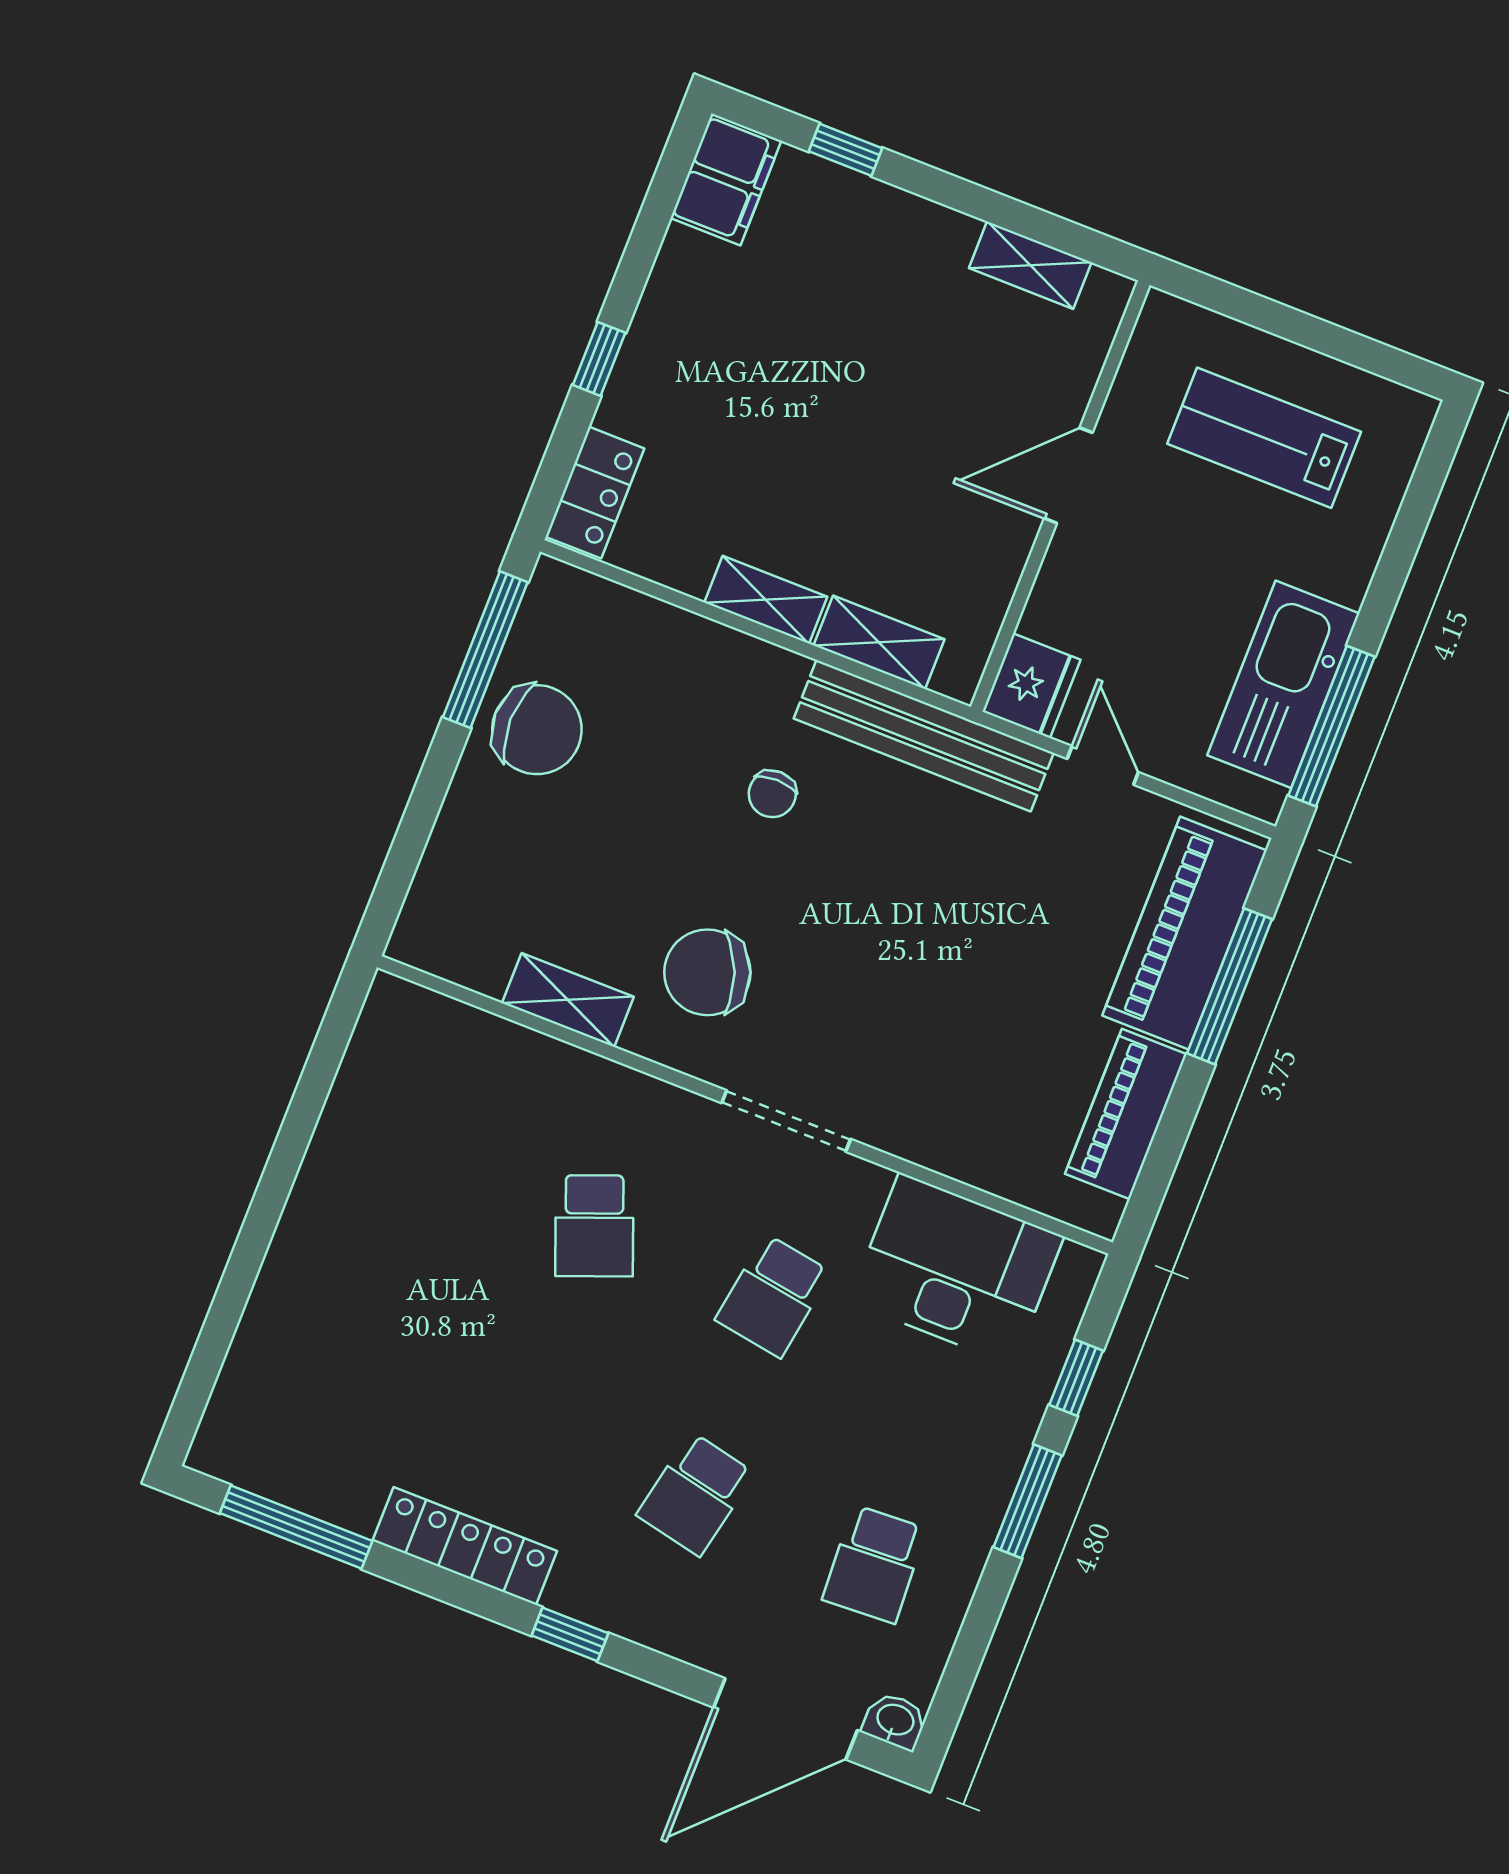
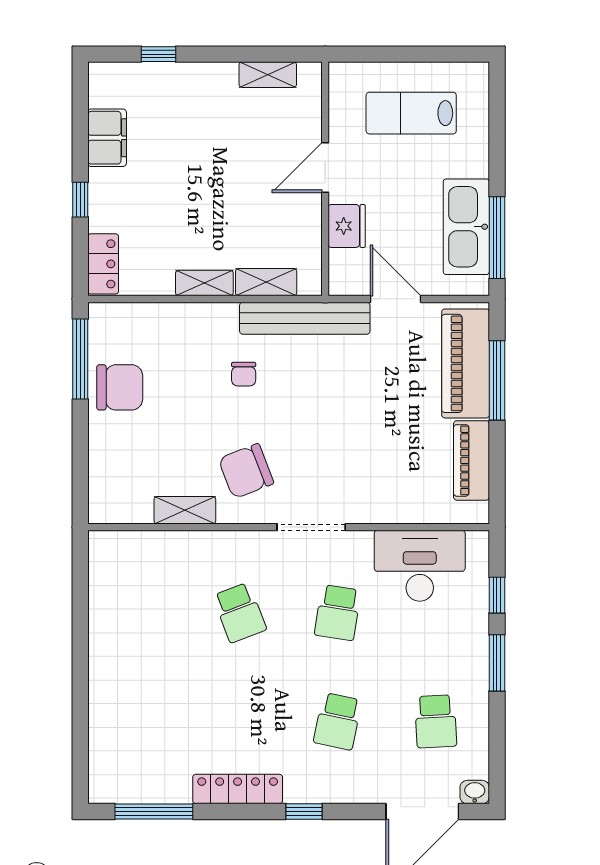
filing cabinet: (726, 179) -> (107, 138), moved
fridge: (1031, 686) -> (347, 226), moved
door: (1103, 765) -> (396, 299), width x1.38

